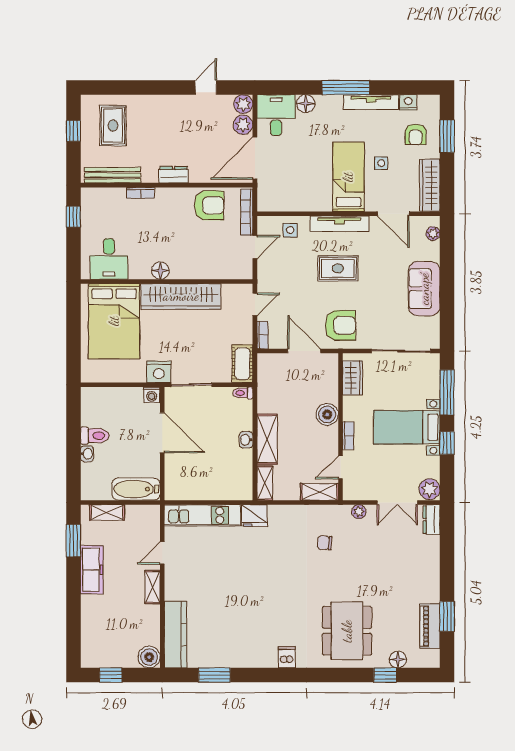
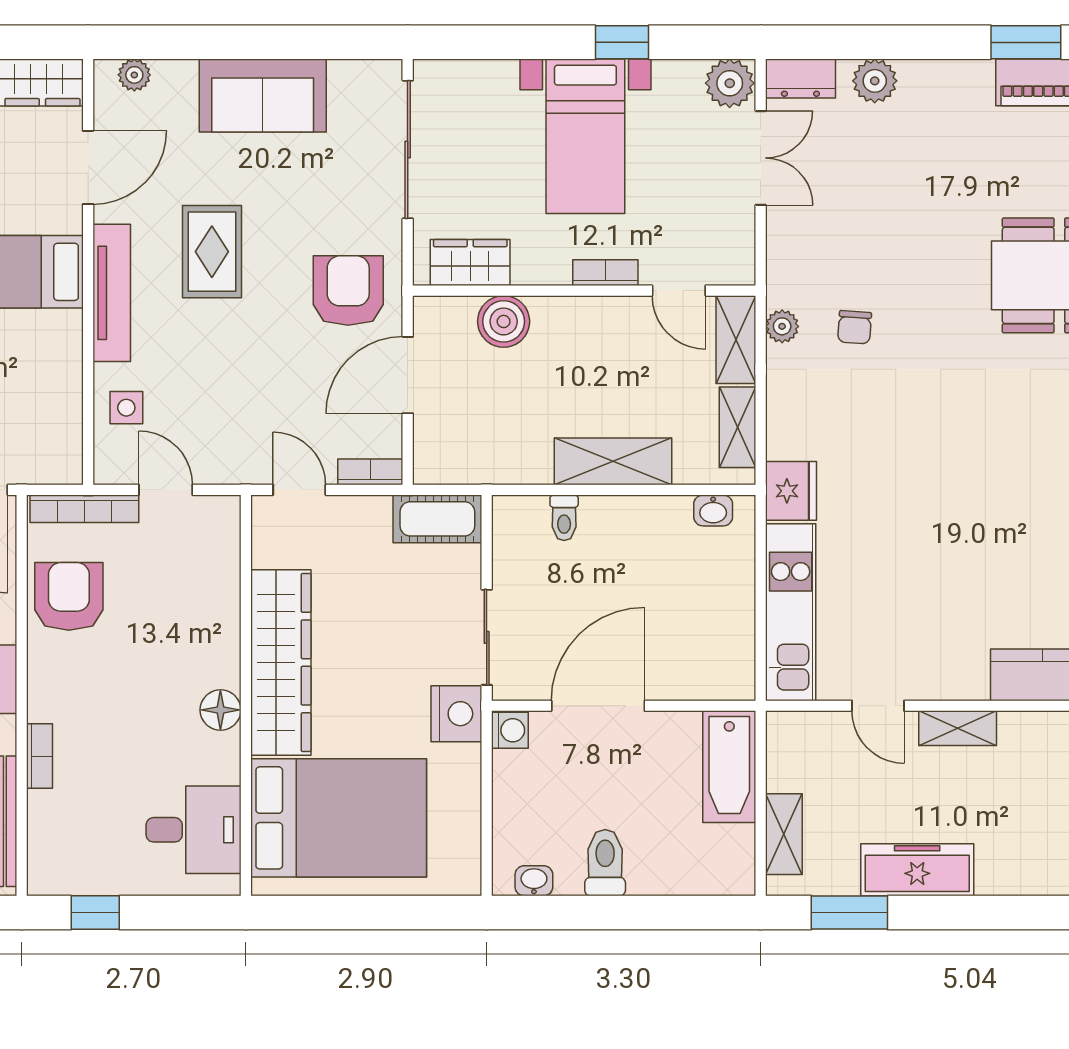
rug: (338, 268) -> (212, 252), moved
window: (447, 392) -> (504, 42), removed
toilet: (243, 393) -> (564, 518), moved
boiler: (327, 415) -> (504, 321), moved
washbasin: (246, 440) -> (713, 510), moved
washbasin: (87, 454) -> (534, 881), moved
shelving: (265, 483) -> (738, 427), moved, turned 90
plant: (359, 512) -> (782, 326), moved
plant: (430, 551) -> (875, 81), added

